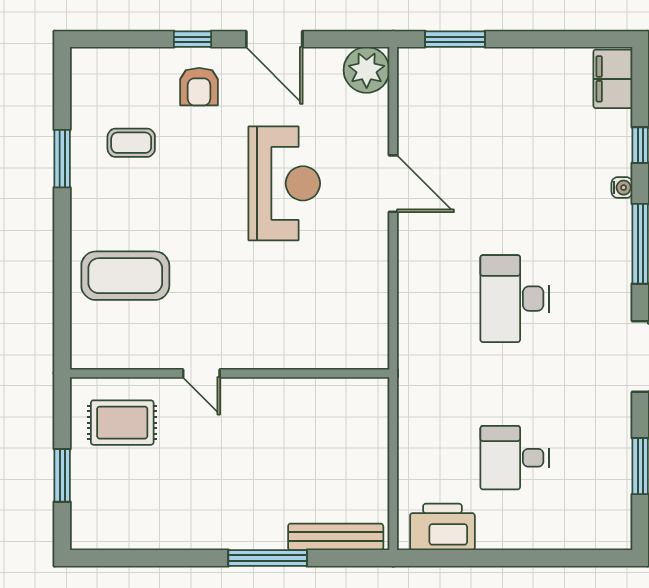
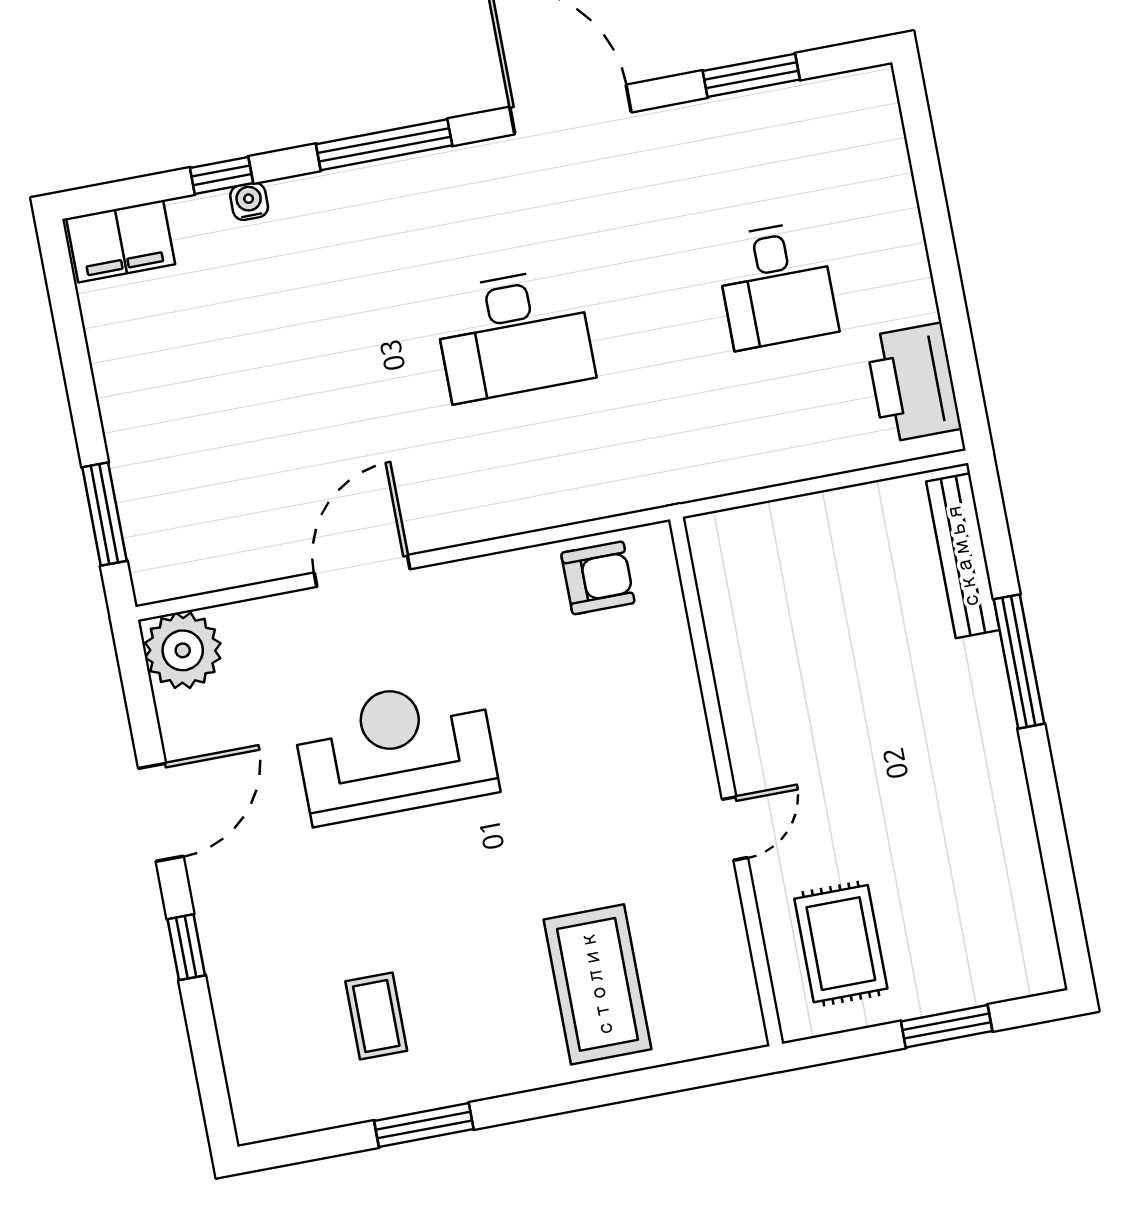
armchair: (199, 87) -> (598, 578), moved
water cooler: (622, 188) -> (249, 201), moved

